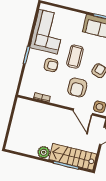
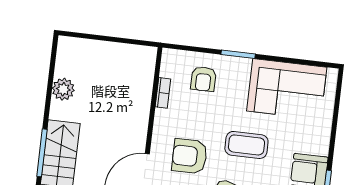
armchair: (51, 65) -> (203, 79), moved
plant: (44, 152) -> (63, 89), moved

